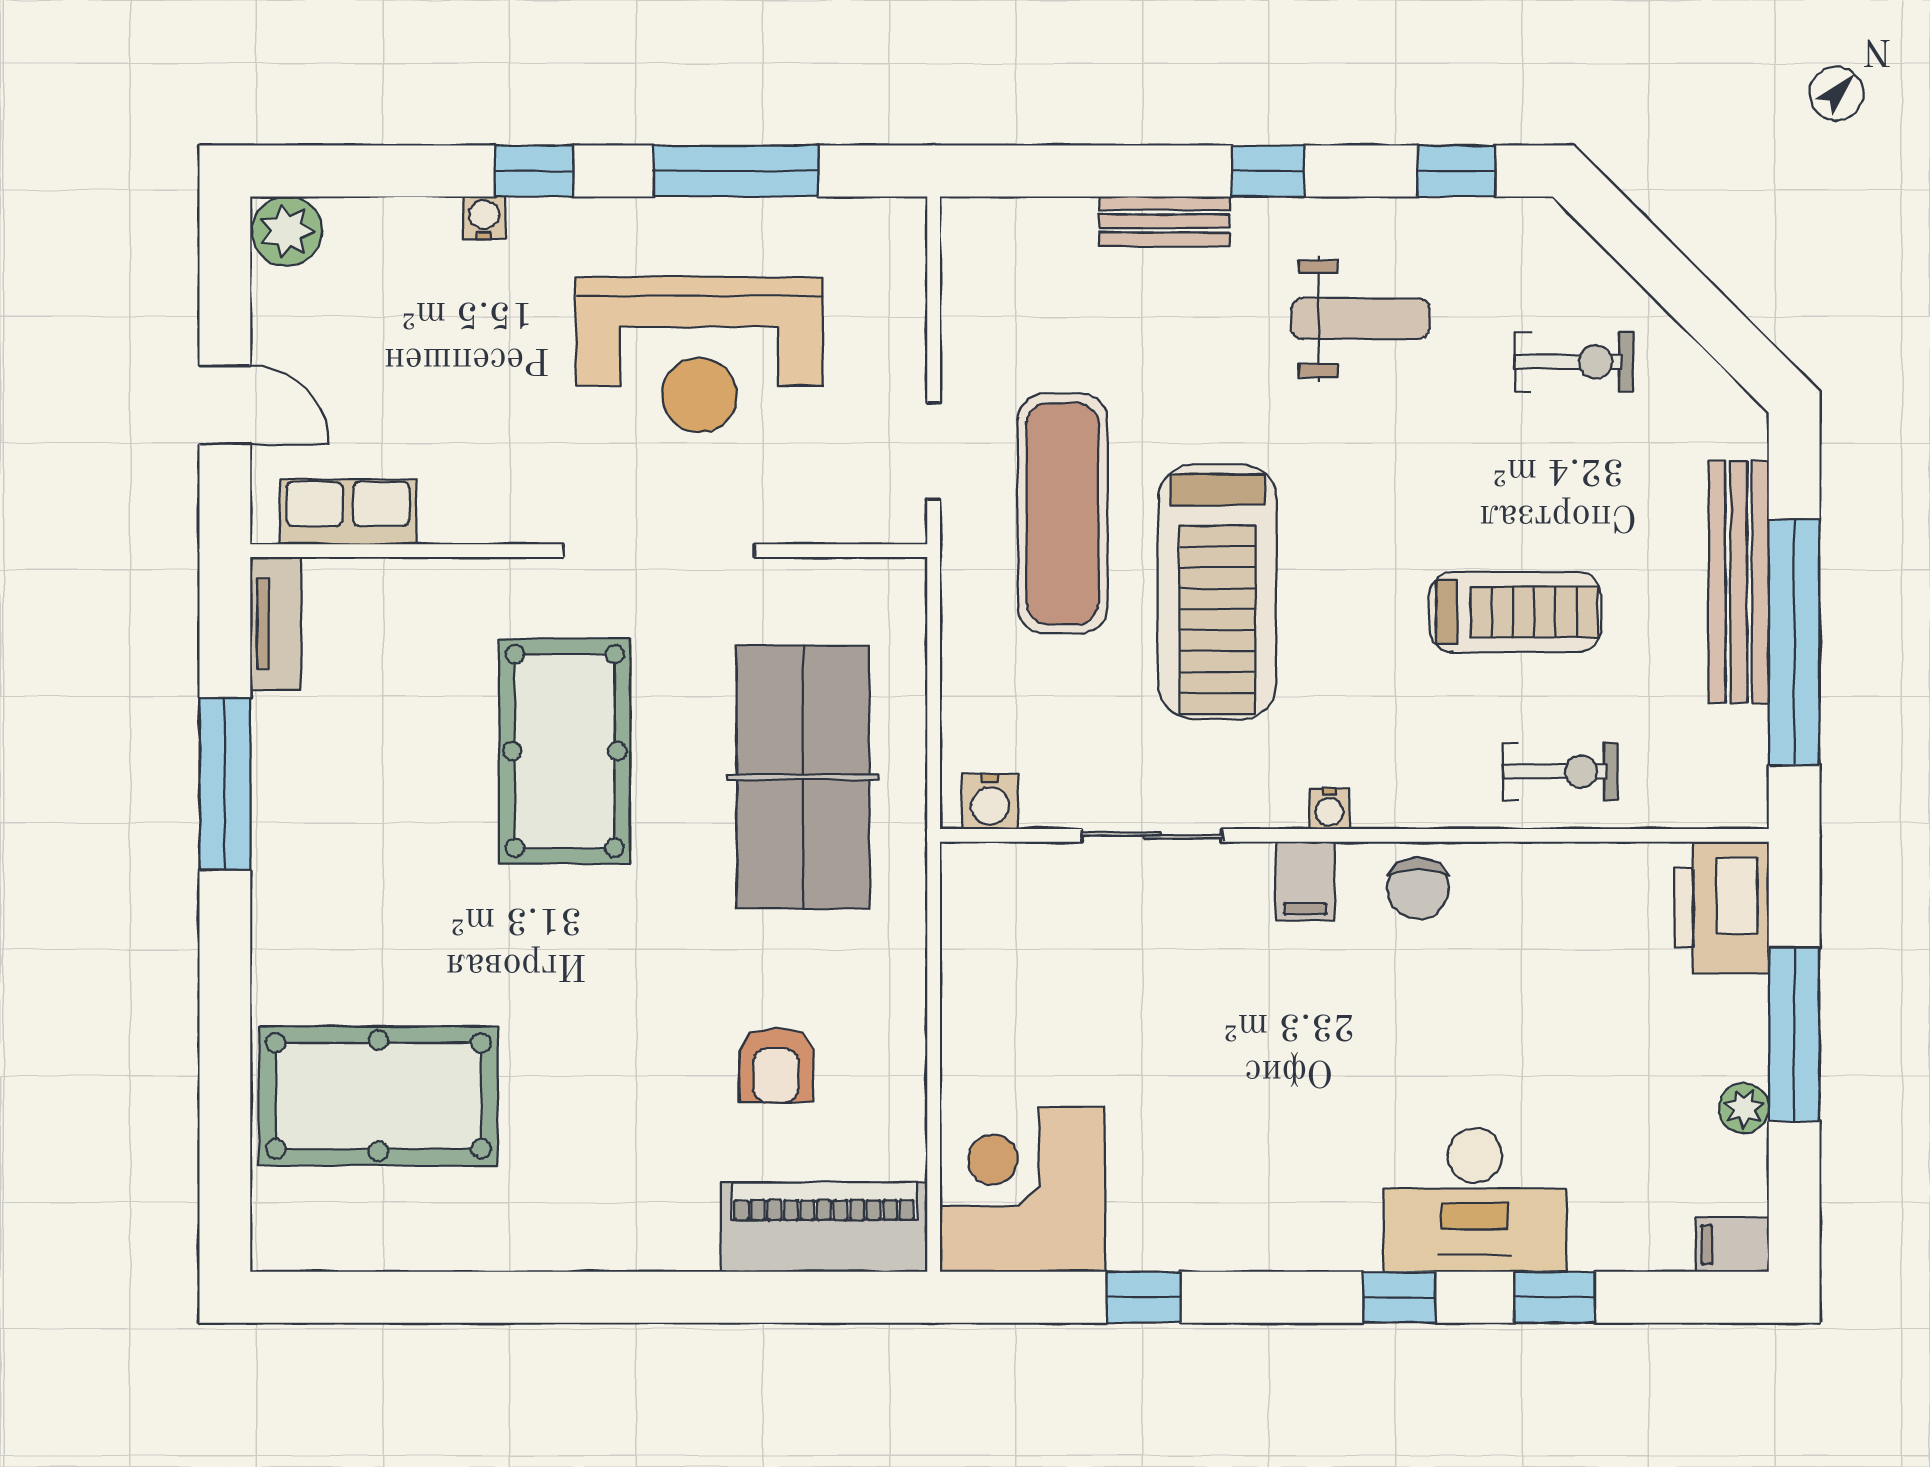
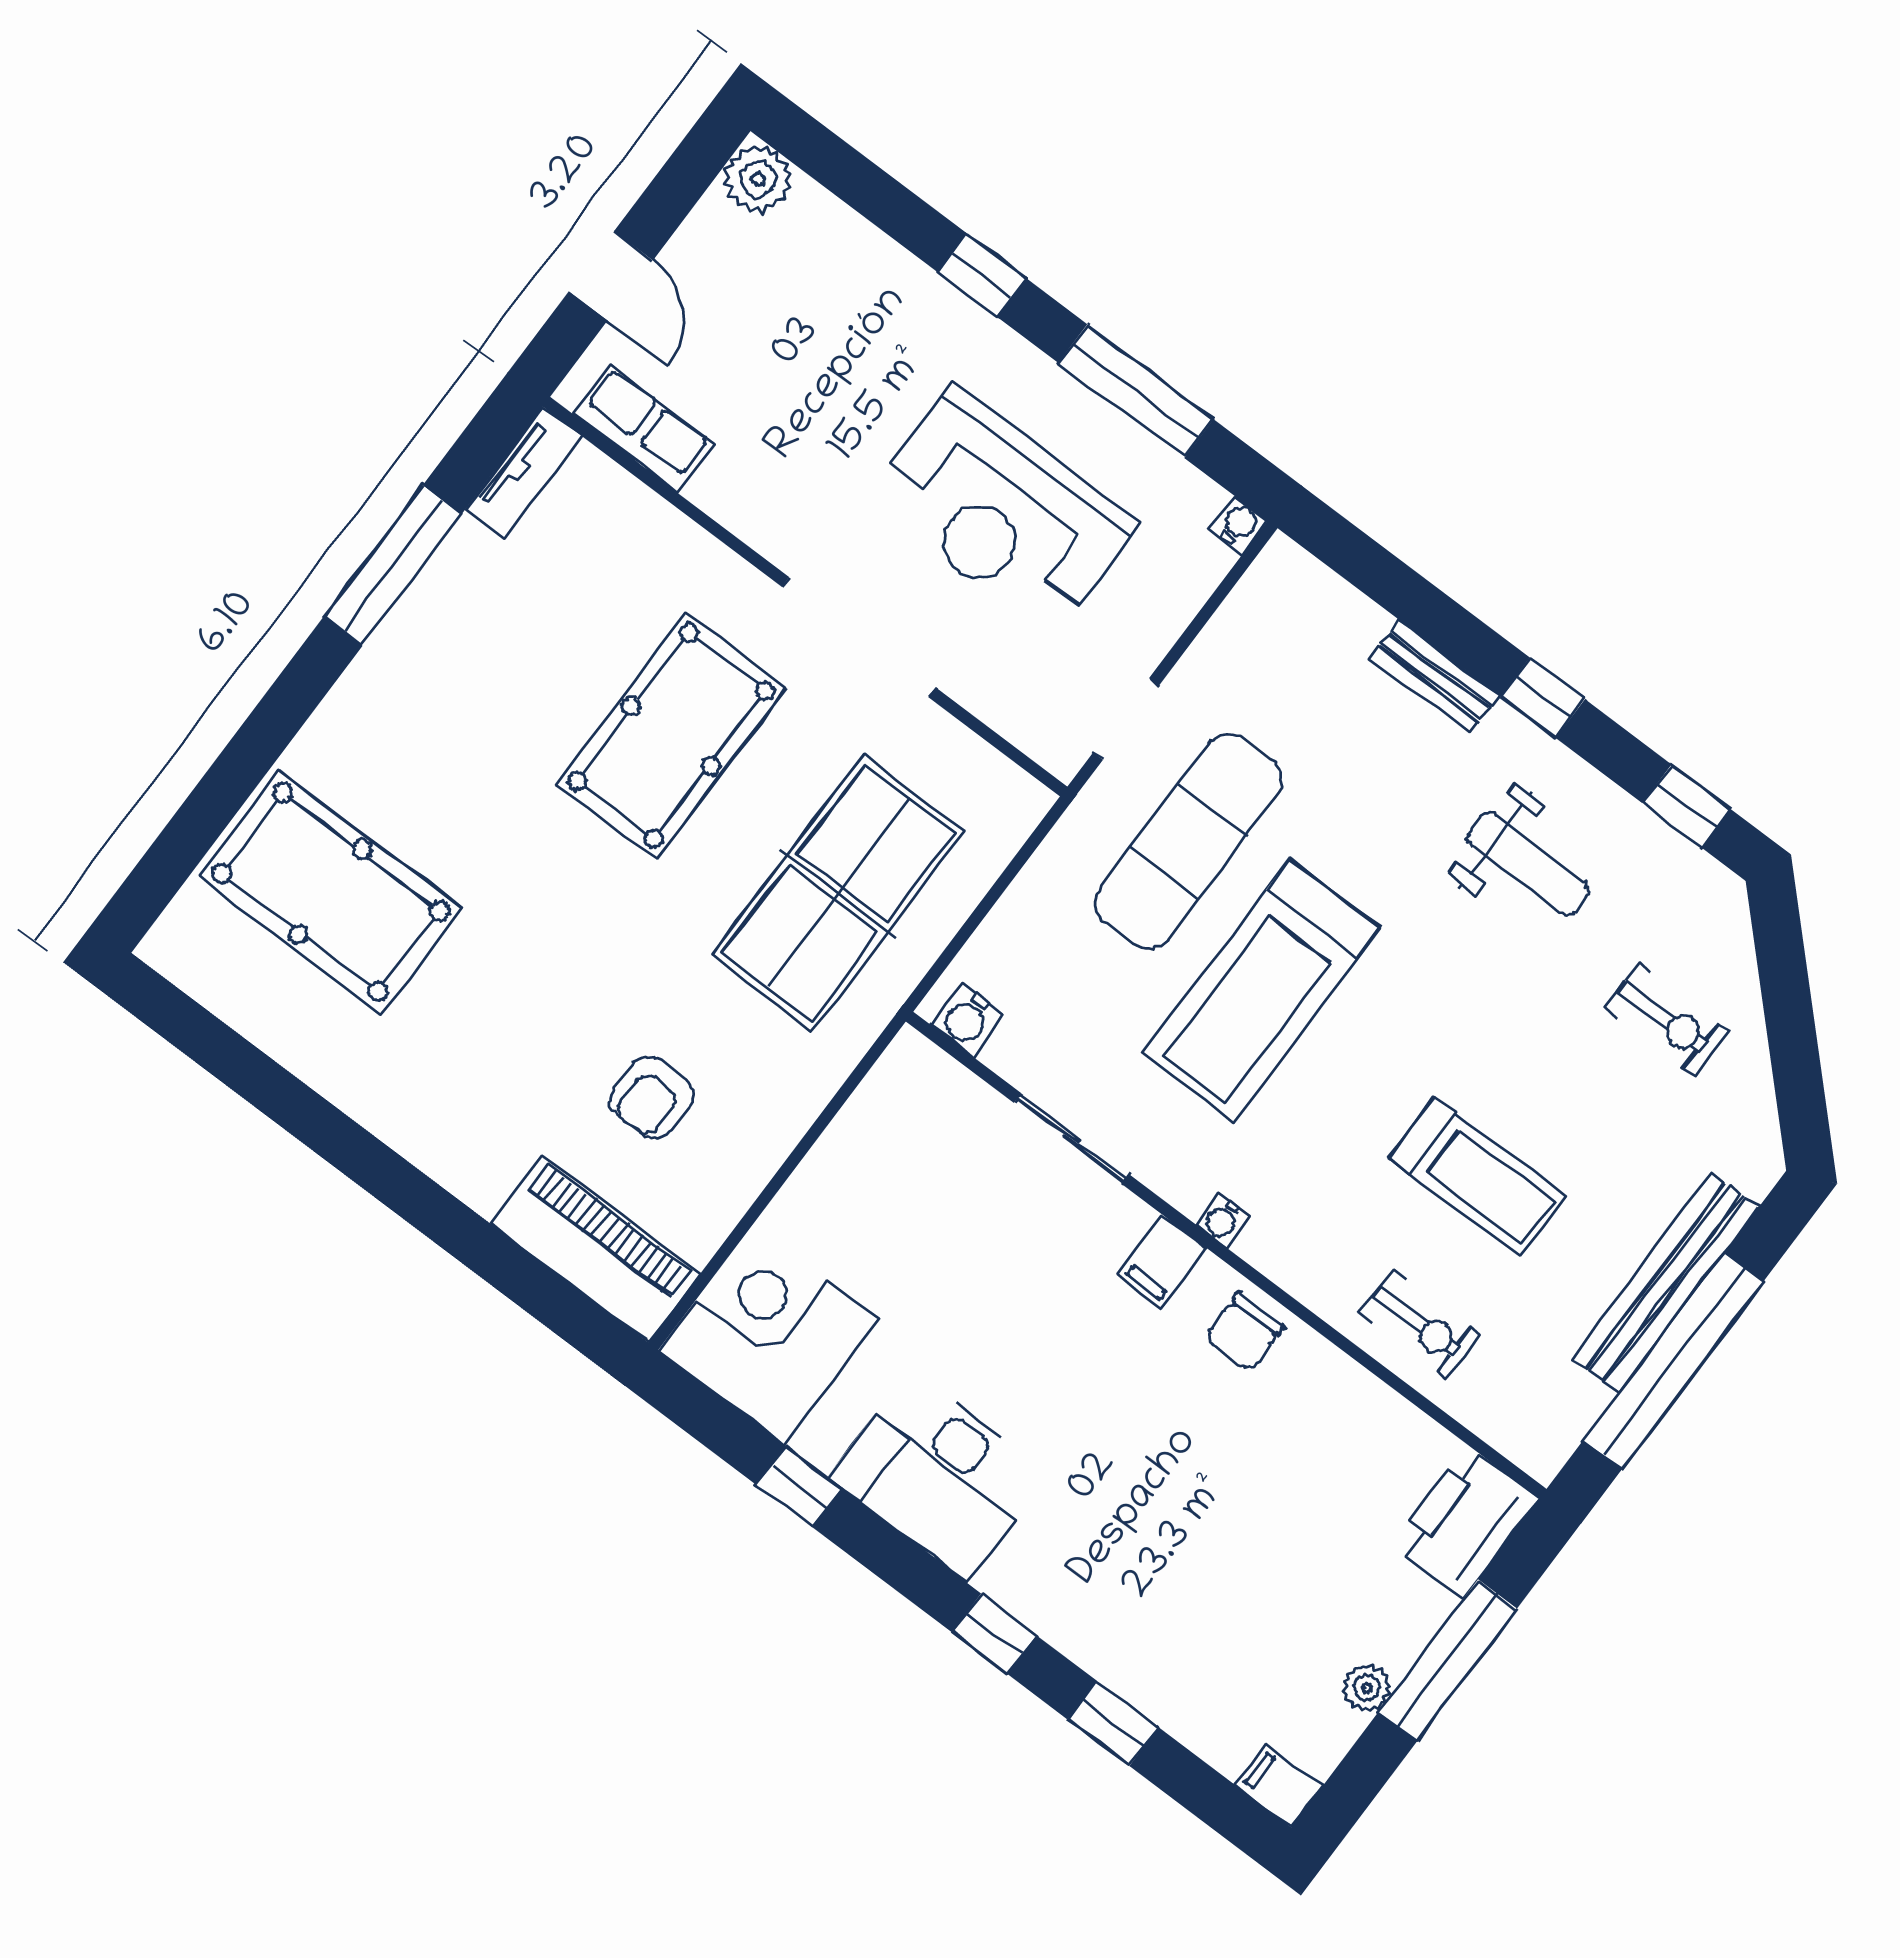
water cooler: (484, 218) -> (1239, 525), moved
desk: (1475, 1200) -> (938, 1475), moved

